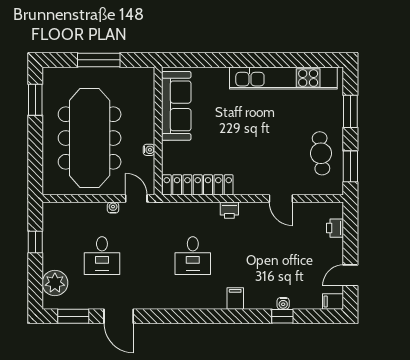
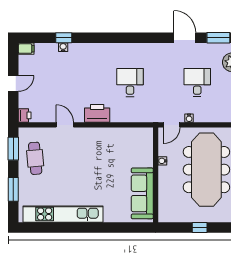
window: (99, 60) -> (200, 227), width x0.46
locker: (198, 185) -> (126, 135), removed
door: (136, 199) -> (172, 125), hinge flipped
printer: (229, 210) -> (97, 113), width x1.87, depth x1.48
printer: (335, 228) -> (25, 115), moved
door: (350, 275) -> (13, 83), moved
filing cabinet: (235, 298) -> (99, 51), removed

